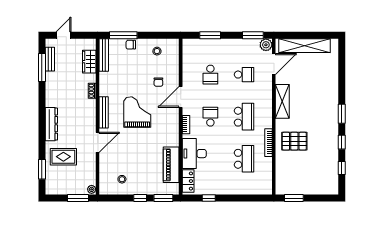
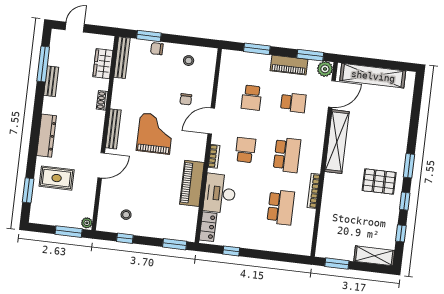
window: (123, 35) -> (149, 36), width x0.69
piano: (237, 45) -> (289, 65), added
bench: (50, 59) -> (51, 81), moved
shelving: (282, 101) -> (337, 142), width x1.47
pallet: (294, 141) -> (379, 182), moved
piano: (171, 165) -> (192, 183), moved
shelving: (323, 188) -> (374, 256), added
window: (140, 198) -> (125, 238), moved

